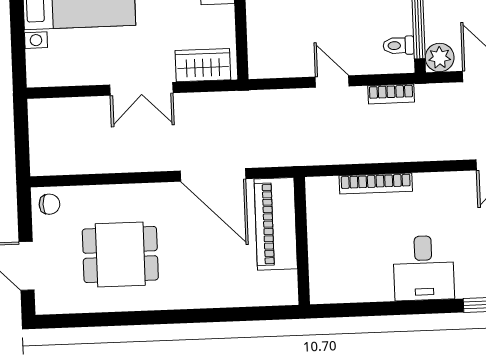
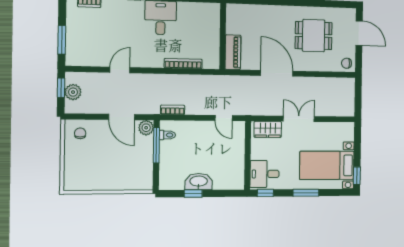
door: (332, 82) -> (224, 118), moved
door: (213, 175) -> (277, 73), moved
piano: (276, 224) -> (233, 52), width x0.73, depth x0.75

